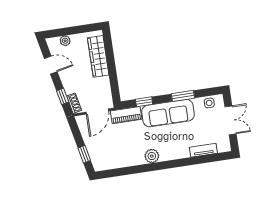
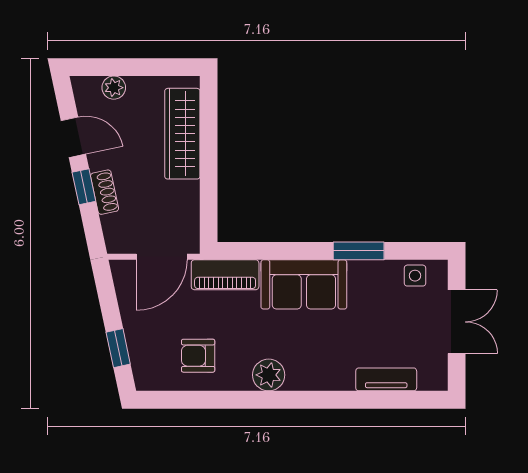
window: (63, 96) -> (84, 187), moved
window: (144, 102) -> (270, 251), removed
shoe rack: (74, 103) -> (105, 192), moved
sofa: (168, 113) -> (304, 284), width x0.73
armchair: (120, 152) -> (198, 356), added

